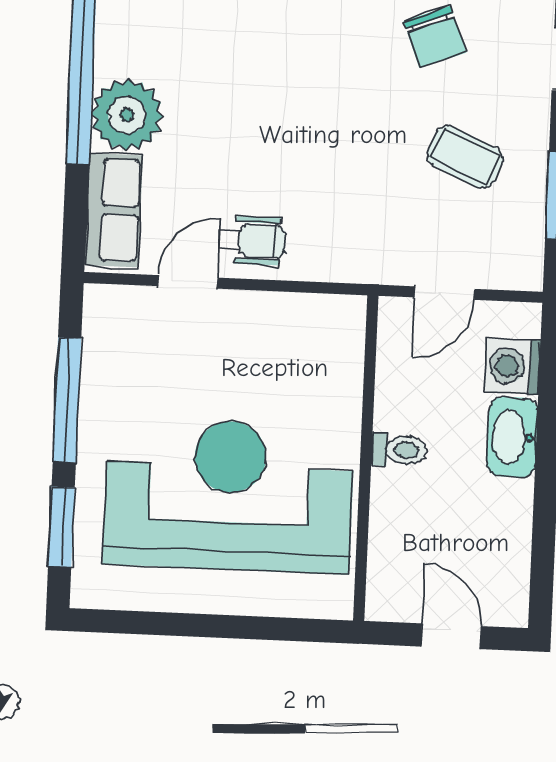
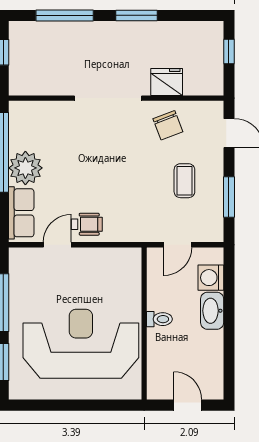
coffee table: (465, 157) -> (184, 181), turned 66

